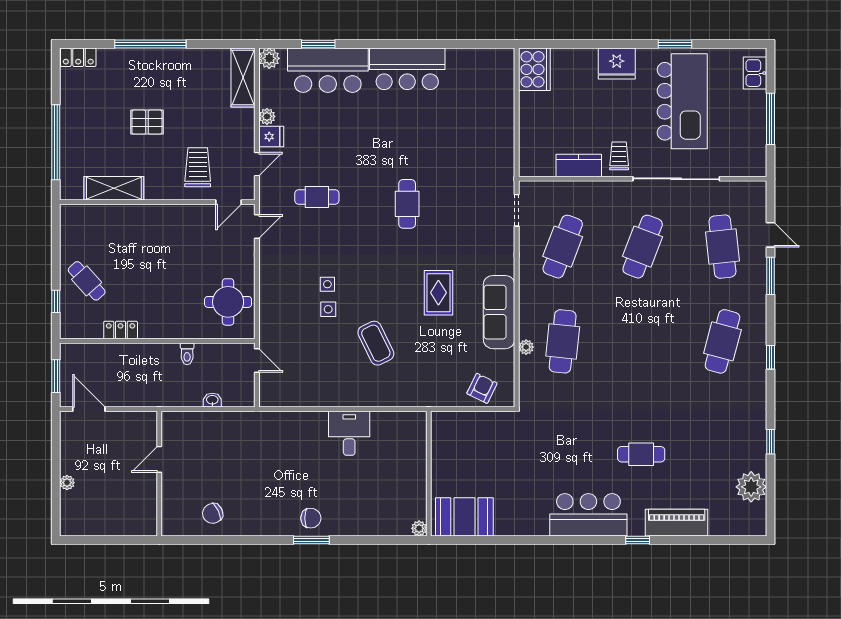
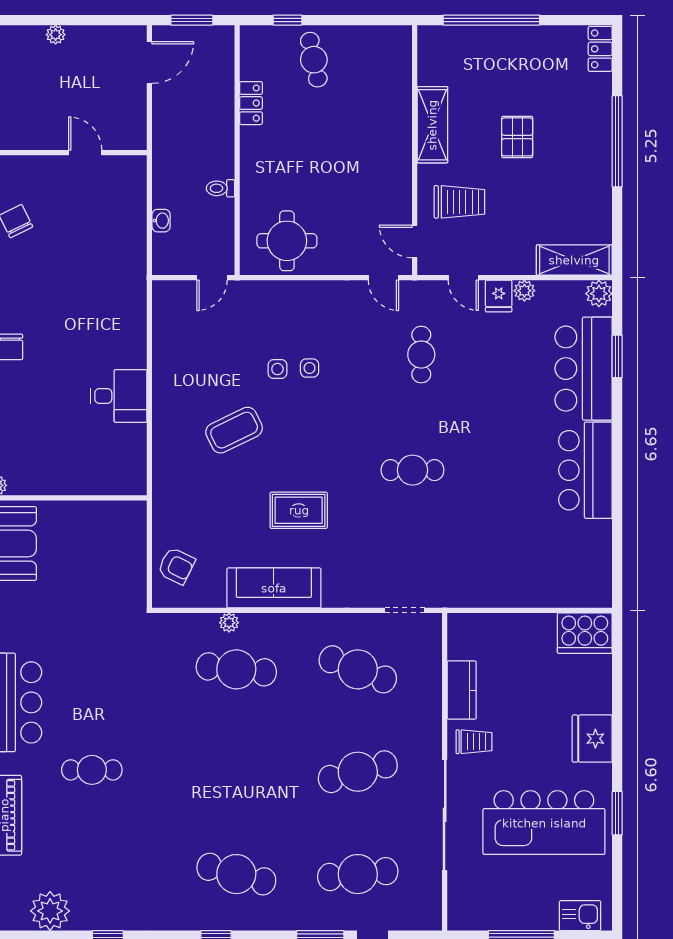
shelving: (114, 188) -> (432, 125), moved
cafe table: (643, 247) -> (358, 772), turned -36
cafe table: (87, 281) -> (314, 60), turned -60
cafe table: (641, 454) -> (92, 770), turned 90

